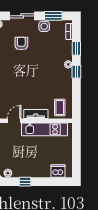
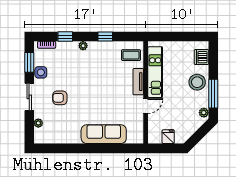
window: (76, 72) -> (105, 37), moved
door: (14, 121) -> (146, 106), swing flipped
stool: (35, 167) -> (197, 82), added
window: (25, 182) -> (213, 94), width x2.17

